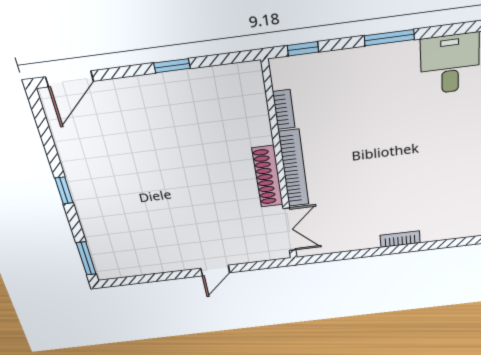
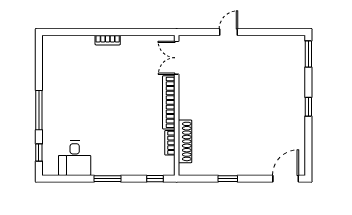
shoe rack: (268, 177) -> (185, 141), moved

